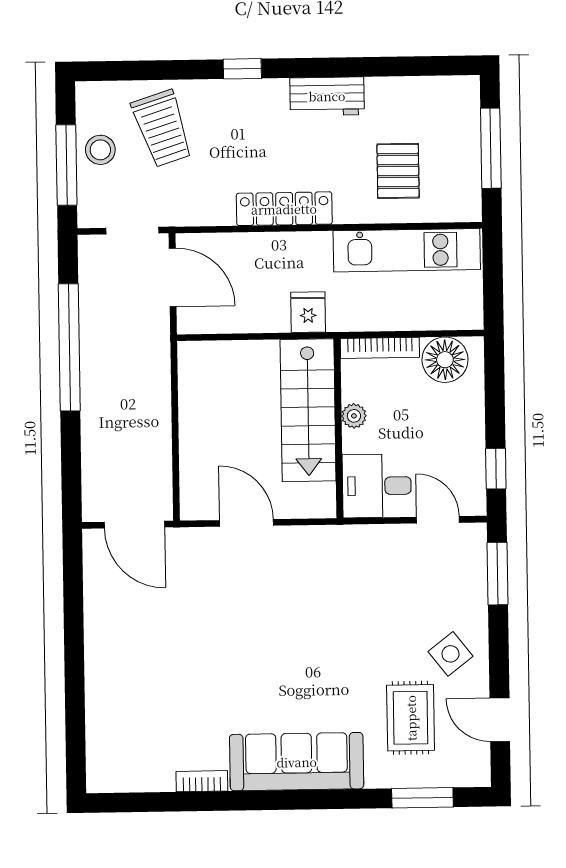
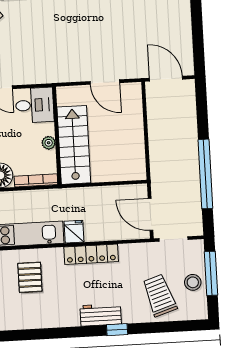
workbench: (327, 96) -> (101, 315), moved
fridge: (308, 312) -> (74, 232), moved, turned 180

